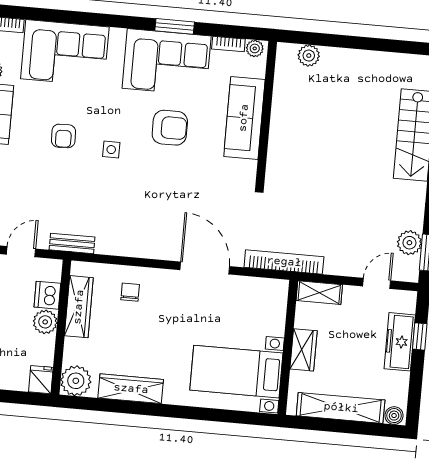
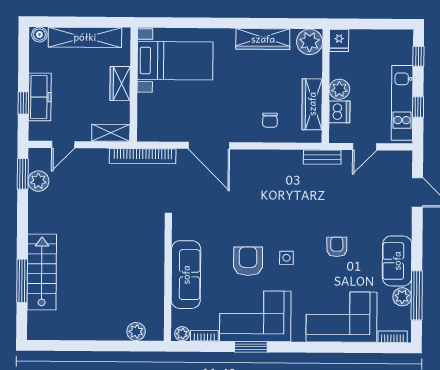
armchair: (170, 128) -> (248, 261), turned 90
side table: (111, 150) -> (286, 258), moved

